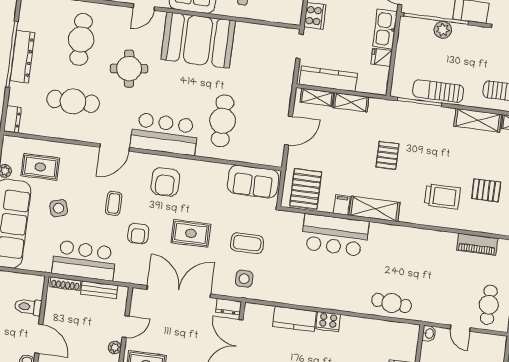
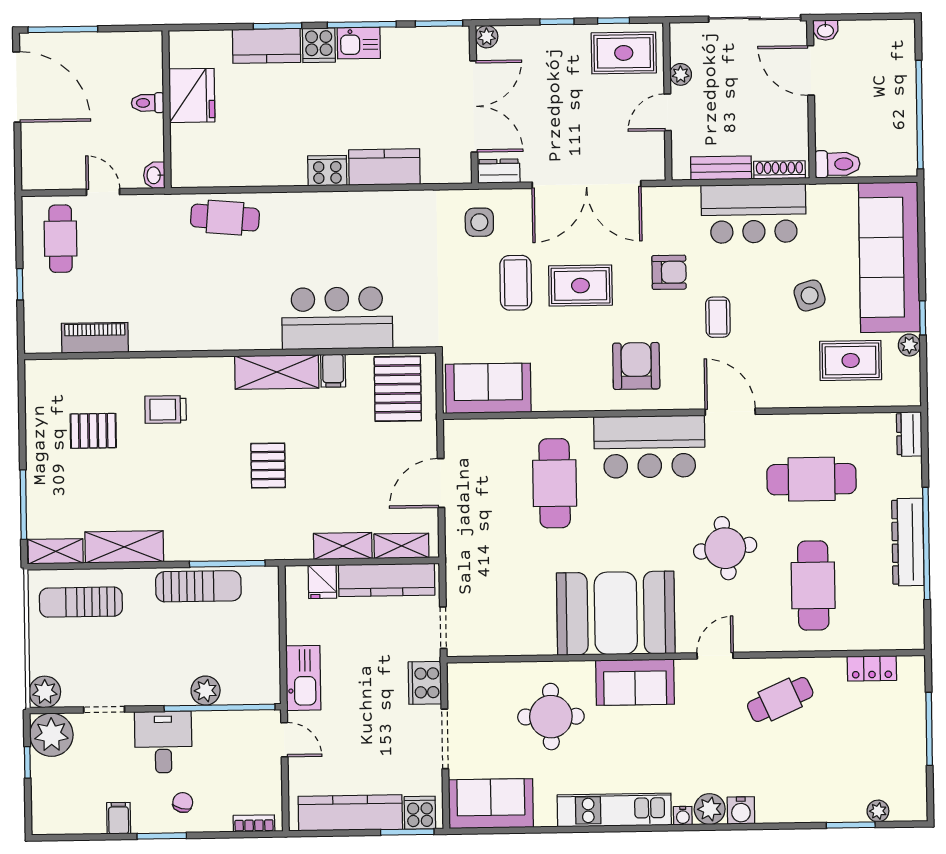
fridge: (382, 57) -> (322, 582), moved, turned 90
door: (115, 147) -> (730, 412), hinge flipped
trolley: (442, 197) -> (166, 410), width x0.73, depth x0.72
armchair: (138, 234) -> (669, 272), turned 90
coffee table: (247, 243) -> (516, 283), moved, turned 90
toilet: (28, 307) -> (837, 164), moved

